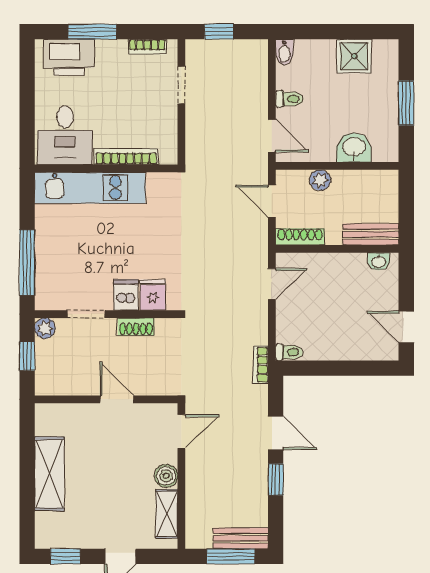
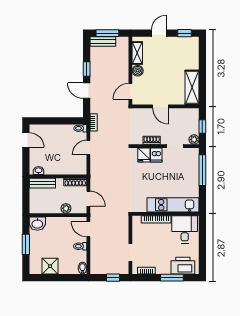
washbasin: (354, 148) -> (37, 224), moved
door: (272, 284) -> (88, 148), moved
shelving: (49, 474) -> (192, 87), moved

